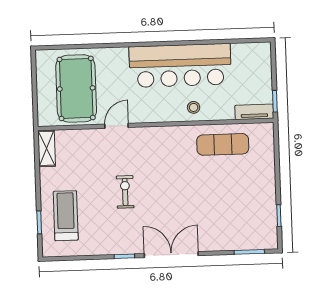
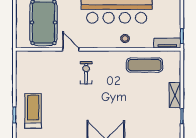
door: (117, 126) -> (71, 49), hinge flipped
shelving: (47, 148) -> (175, 95), moved
exercise bike: (125, 192) -> (86, 73), moved

